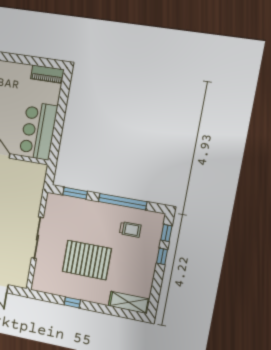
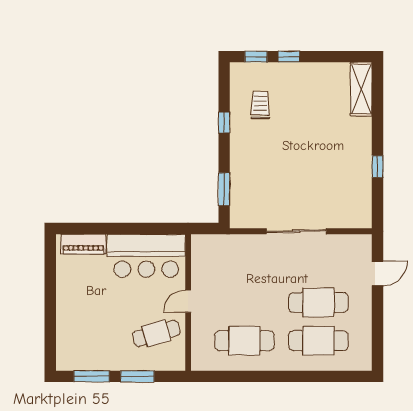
piano: (47, 74) -> (83, 244), moved, turned 90
window: (123, 202) -> (224, 122), width x0.32
pallet: (87, 260) -> (314, 157), removed

